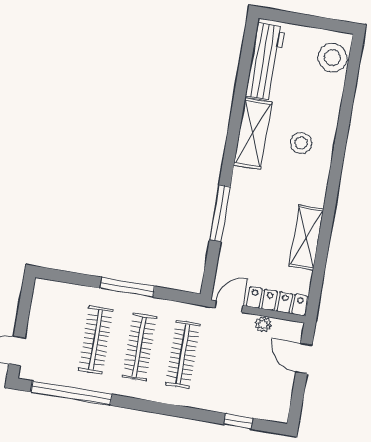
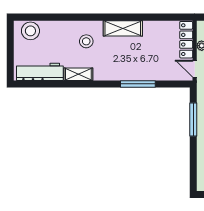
shelving: (253, 134) -> (78, 74), width x0.67, depth x0.75
shelving: (306, 238) -> (123, 28), moved
window: (128, 287) -> (193, 120), moved

